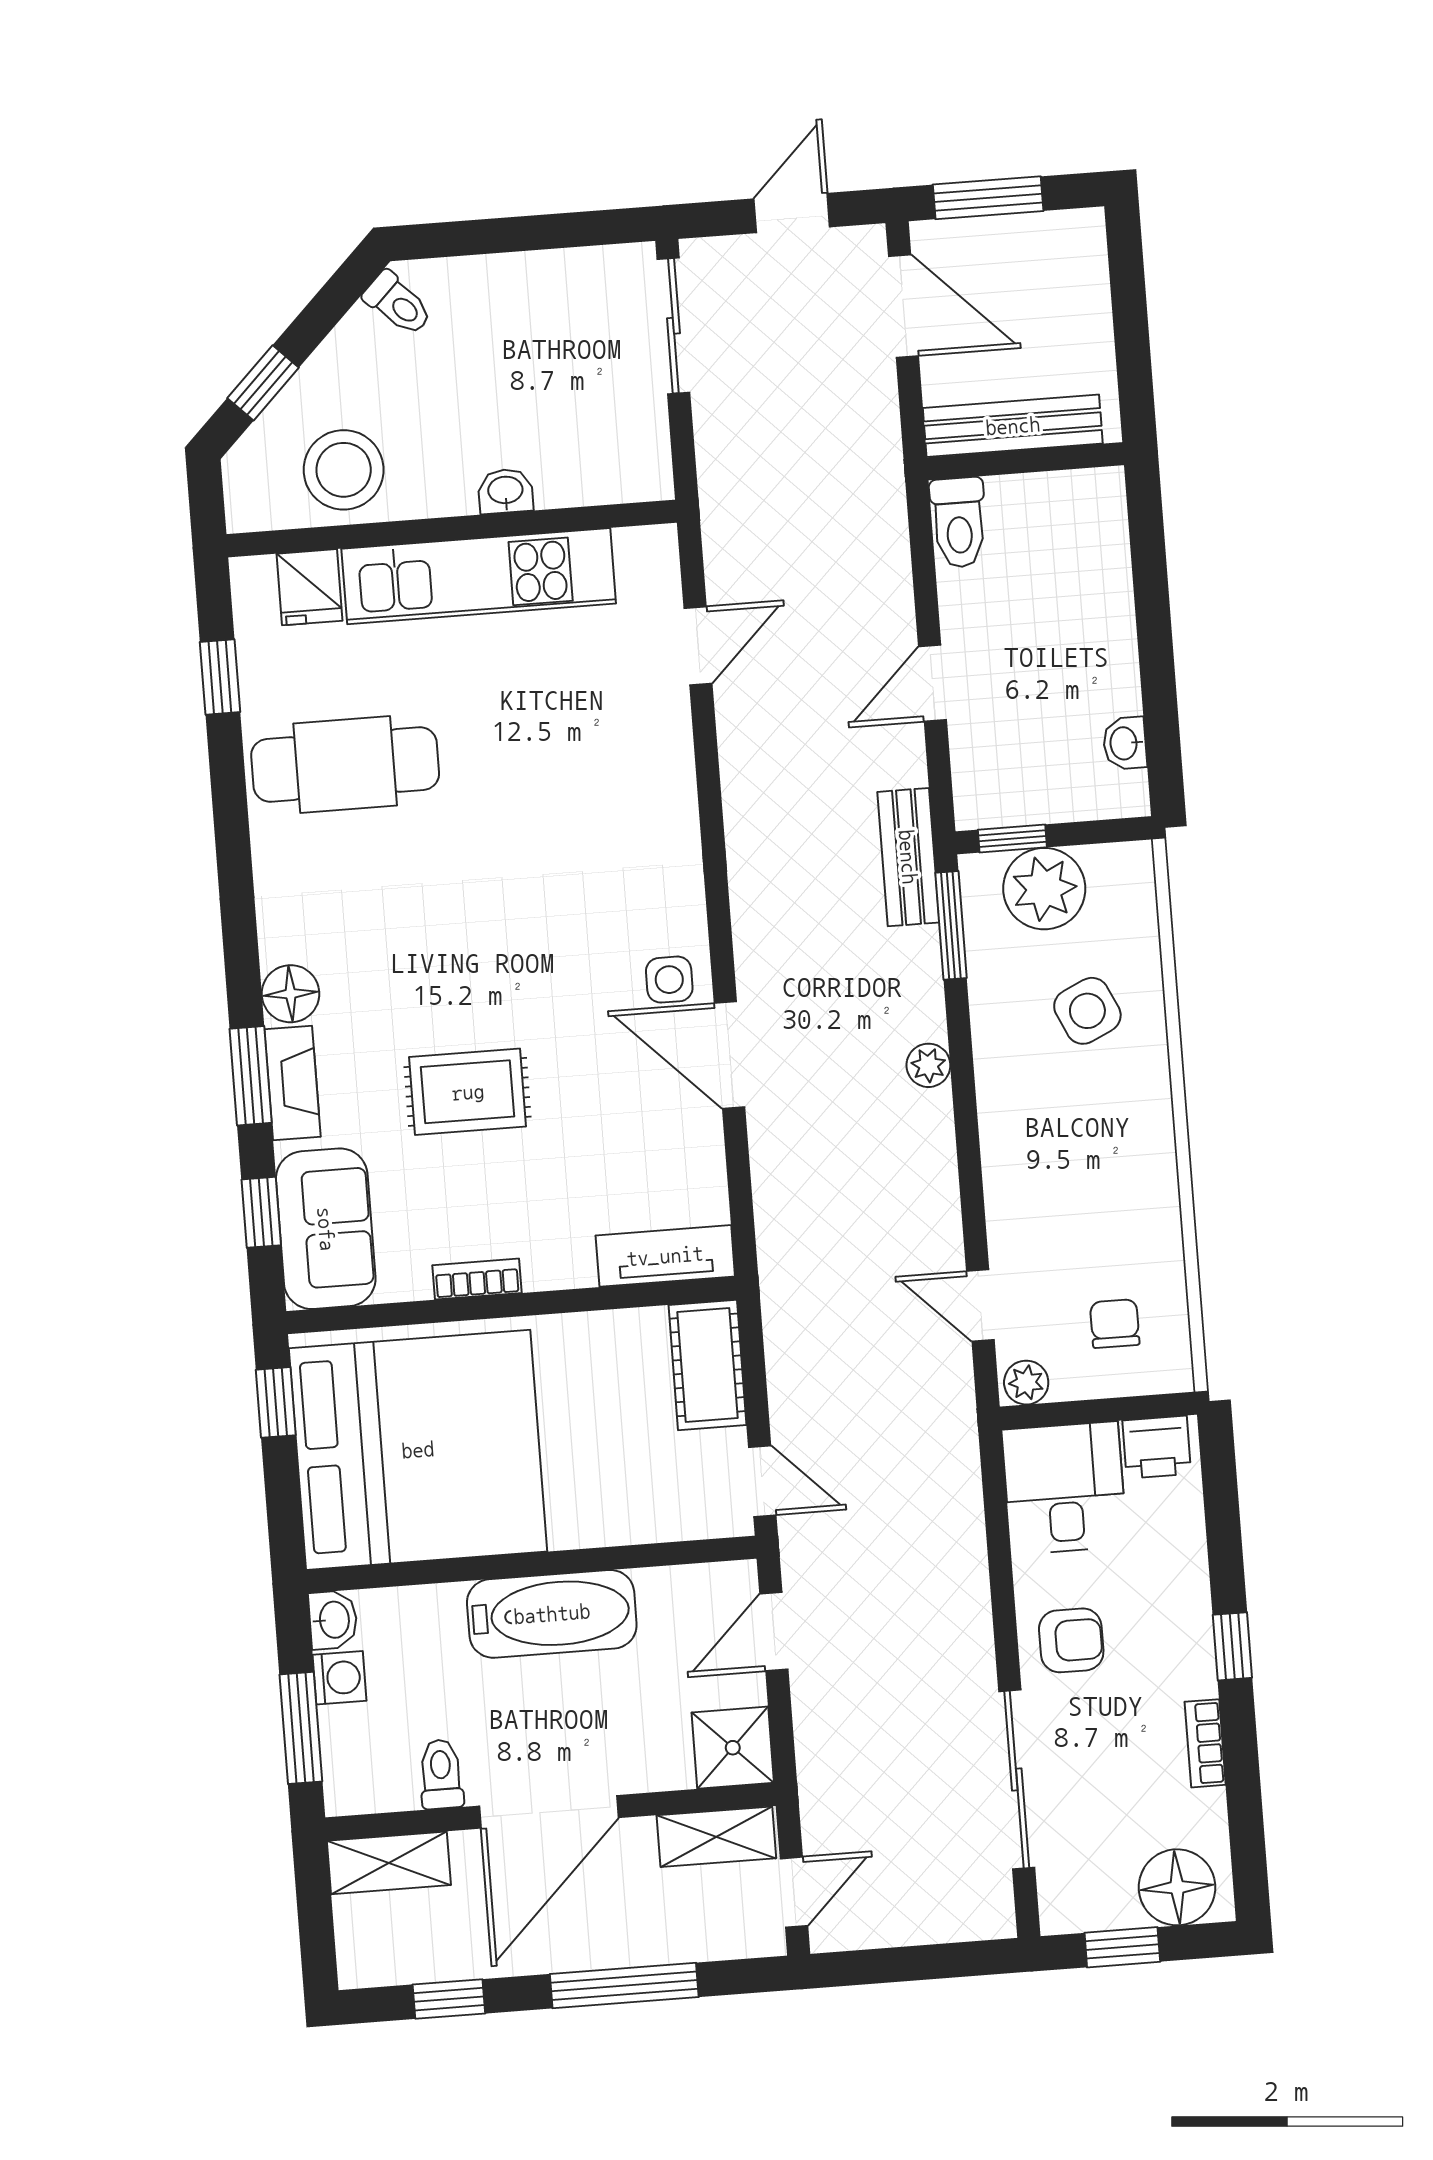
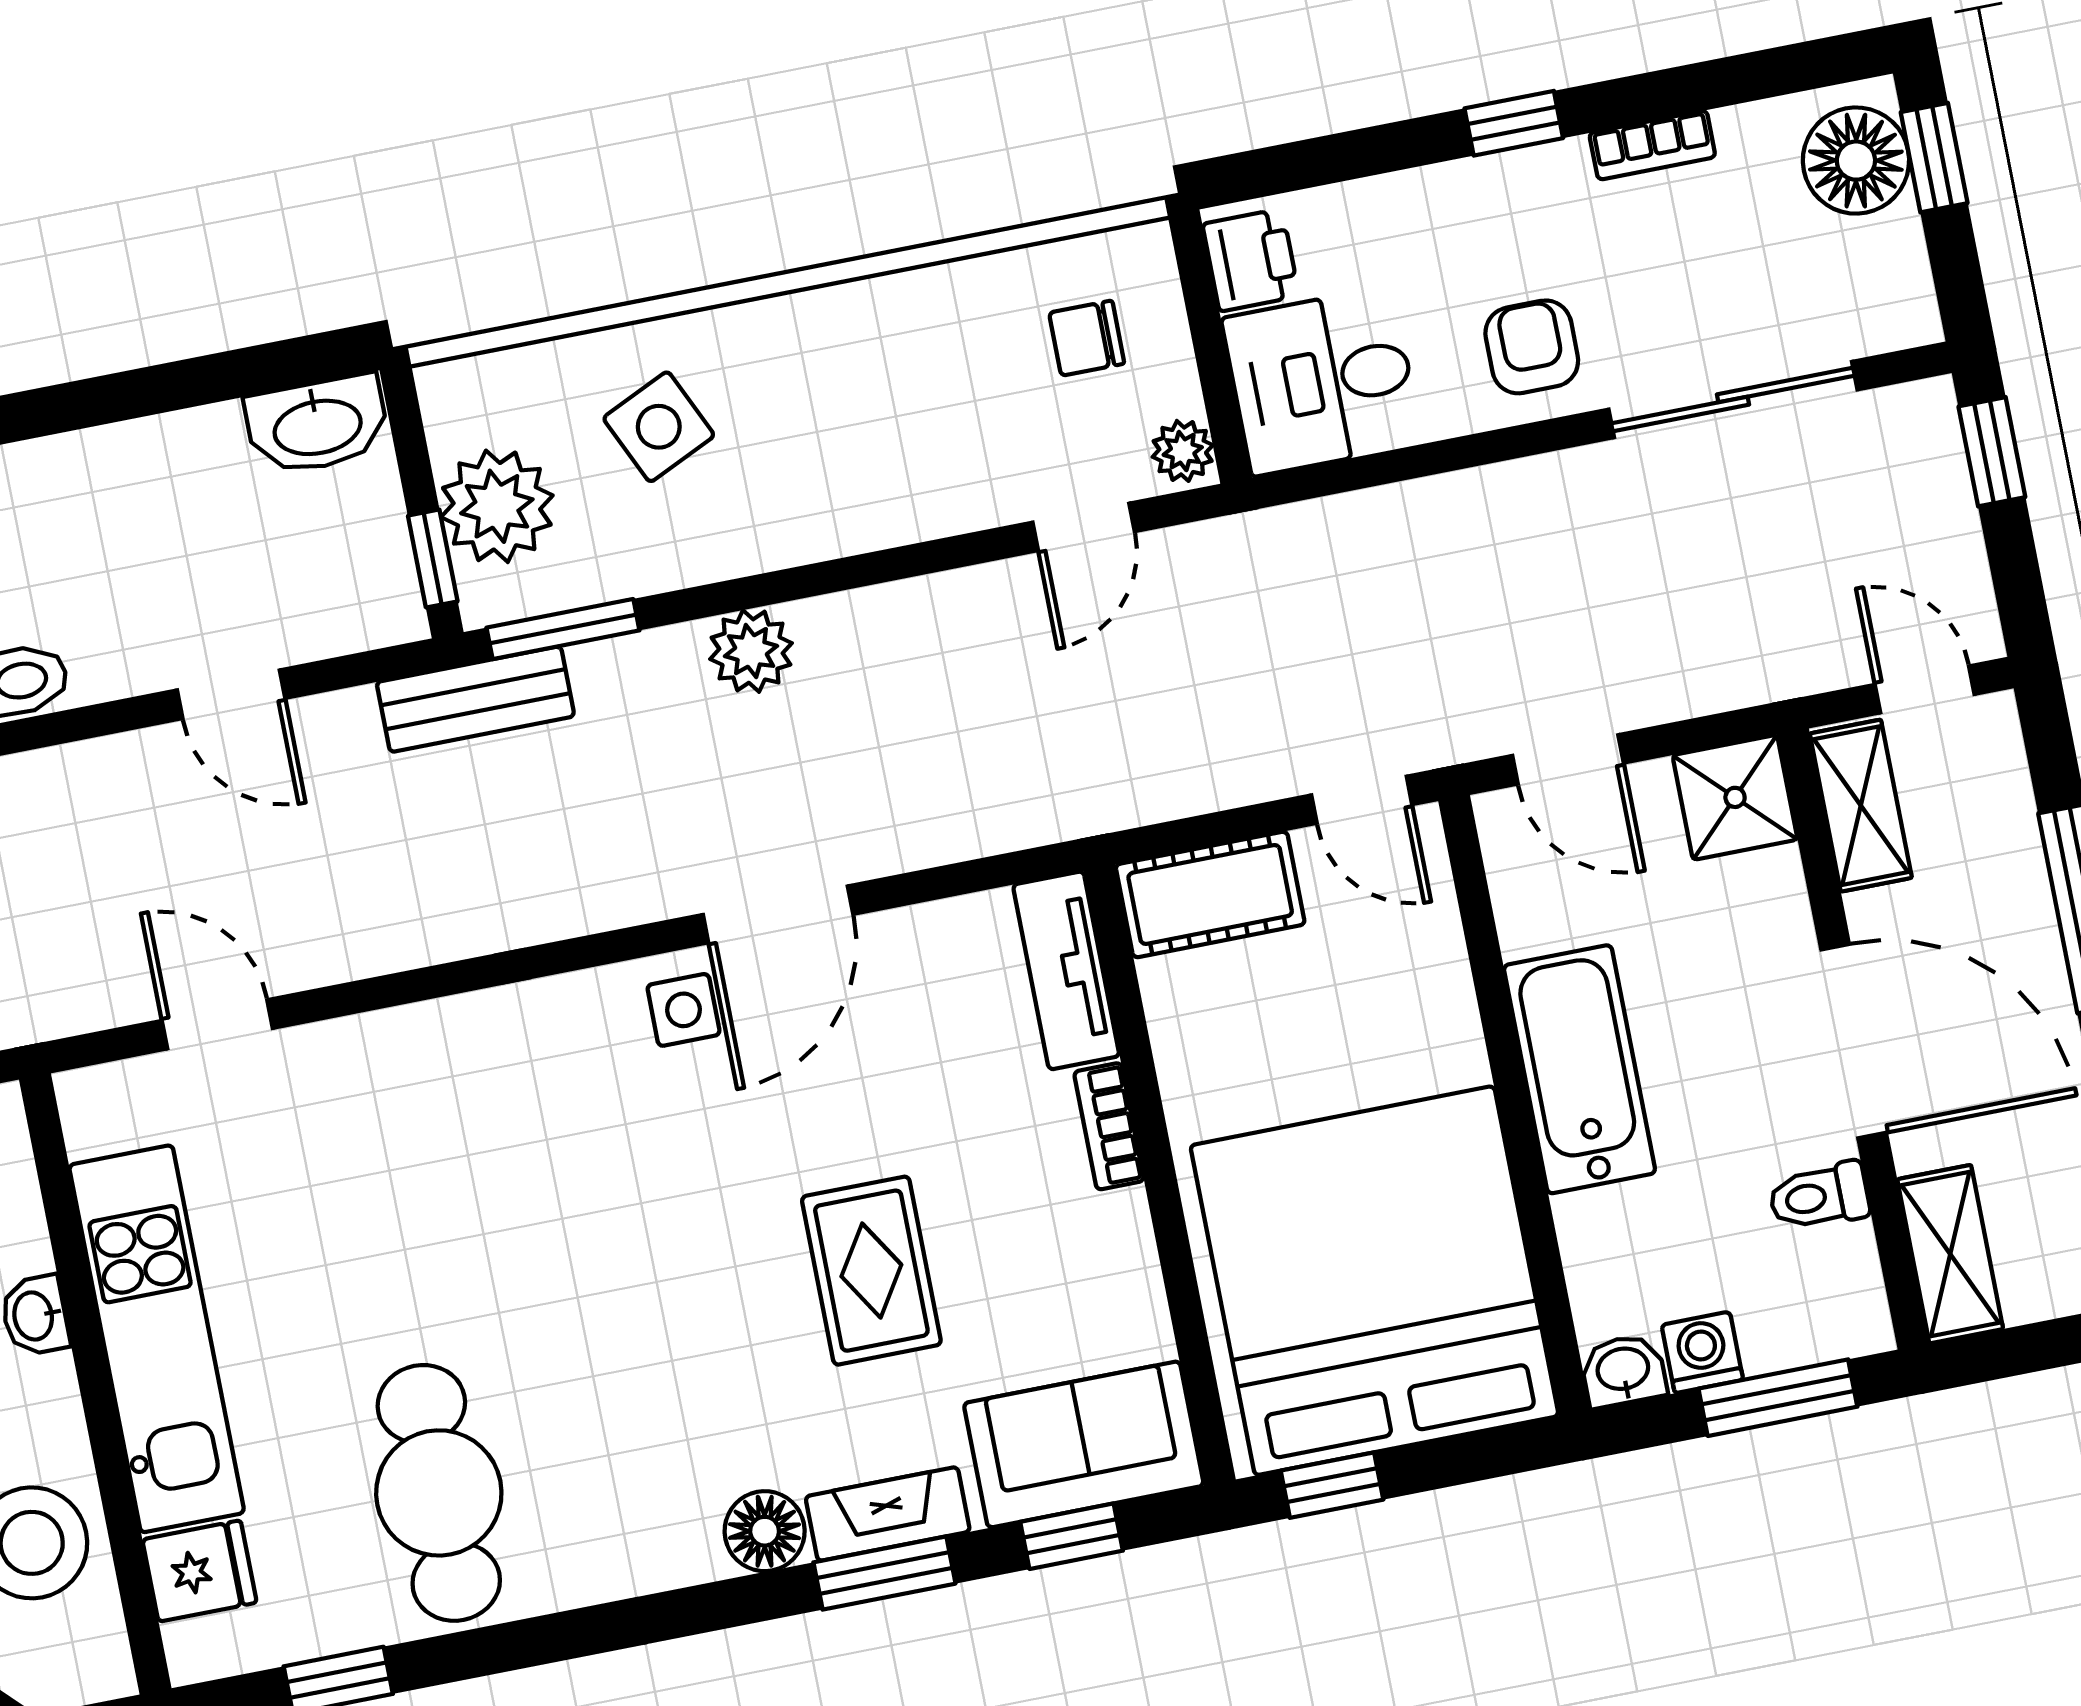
washbasin: (1125, 743) -> (317, 425), width x1.91, depth x1.45
plant: (928, 1065) -> (751, 651), width x1.38, depth x1.38
bookcase: (477, 1279) -> (1109, 1126), moved
door: (762, 1481) -> (1362, 800), swing flipped
window: (1122, 1947) -> (1934, 158), moved
window: (958, 1960) -> (1992, 452), added

